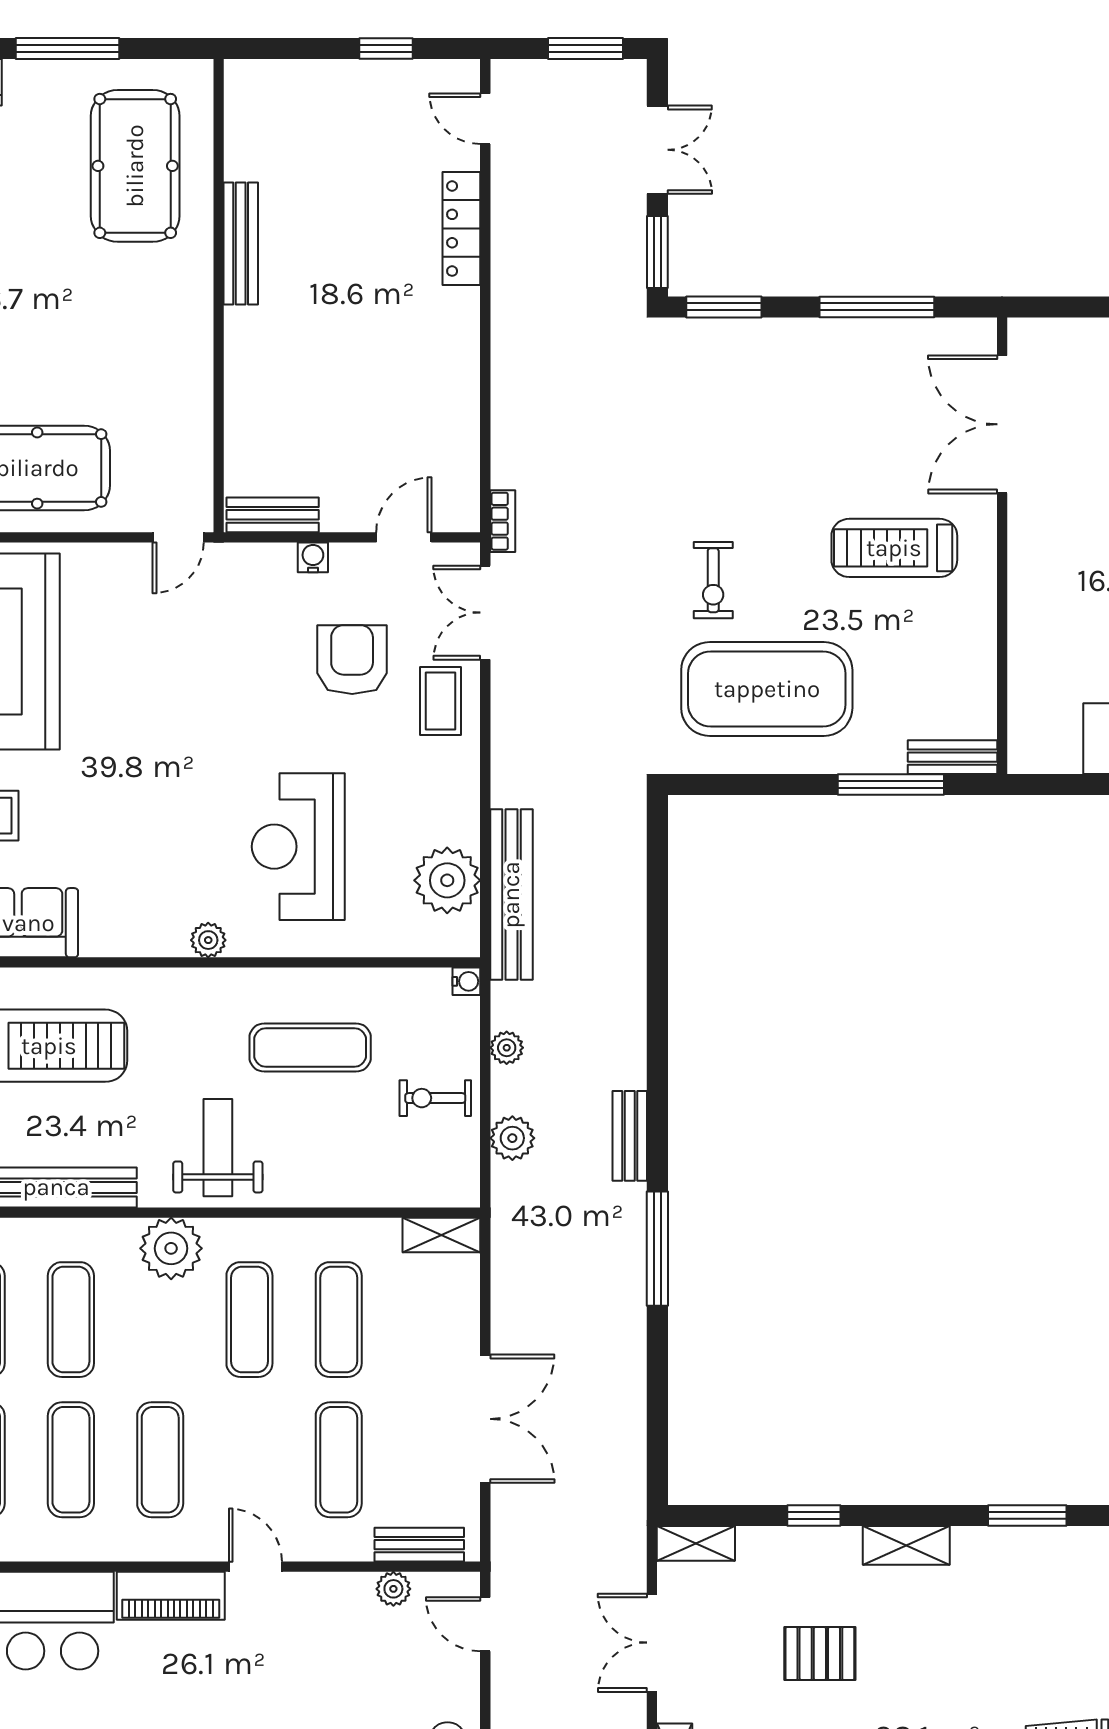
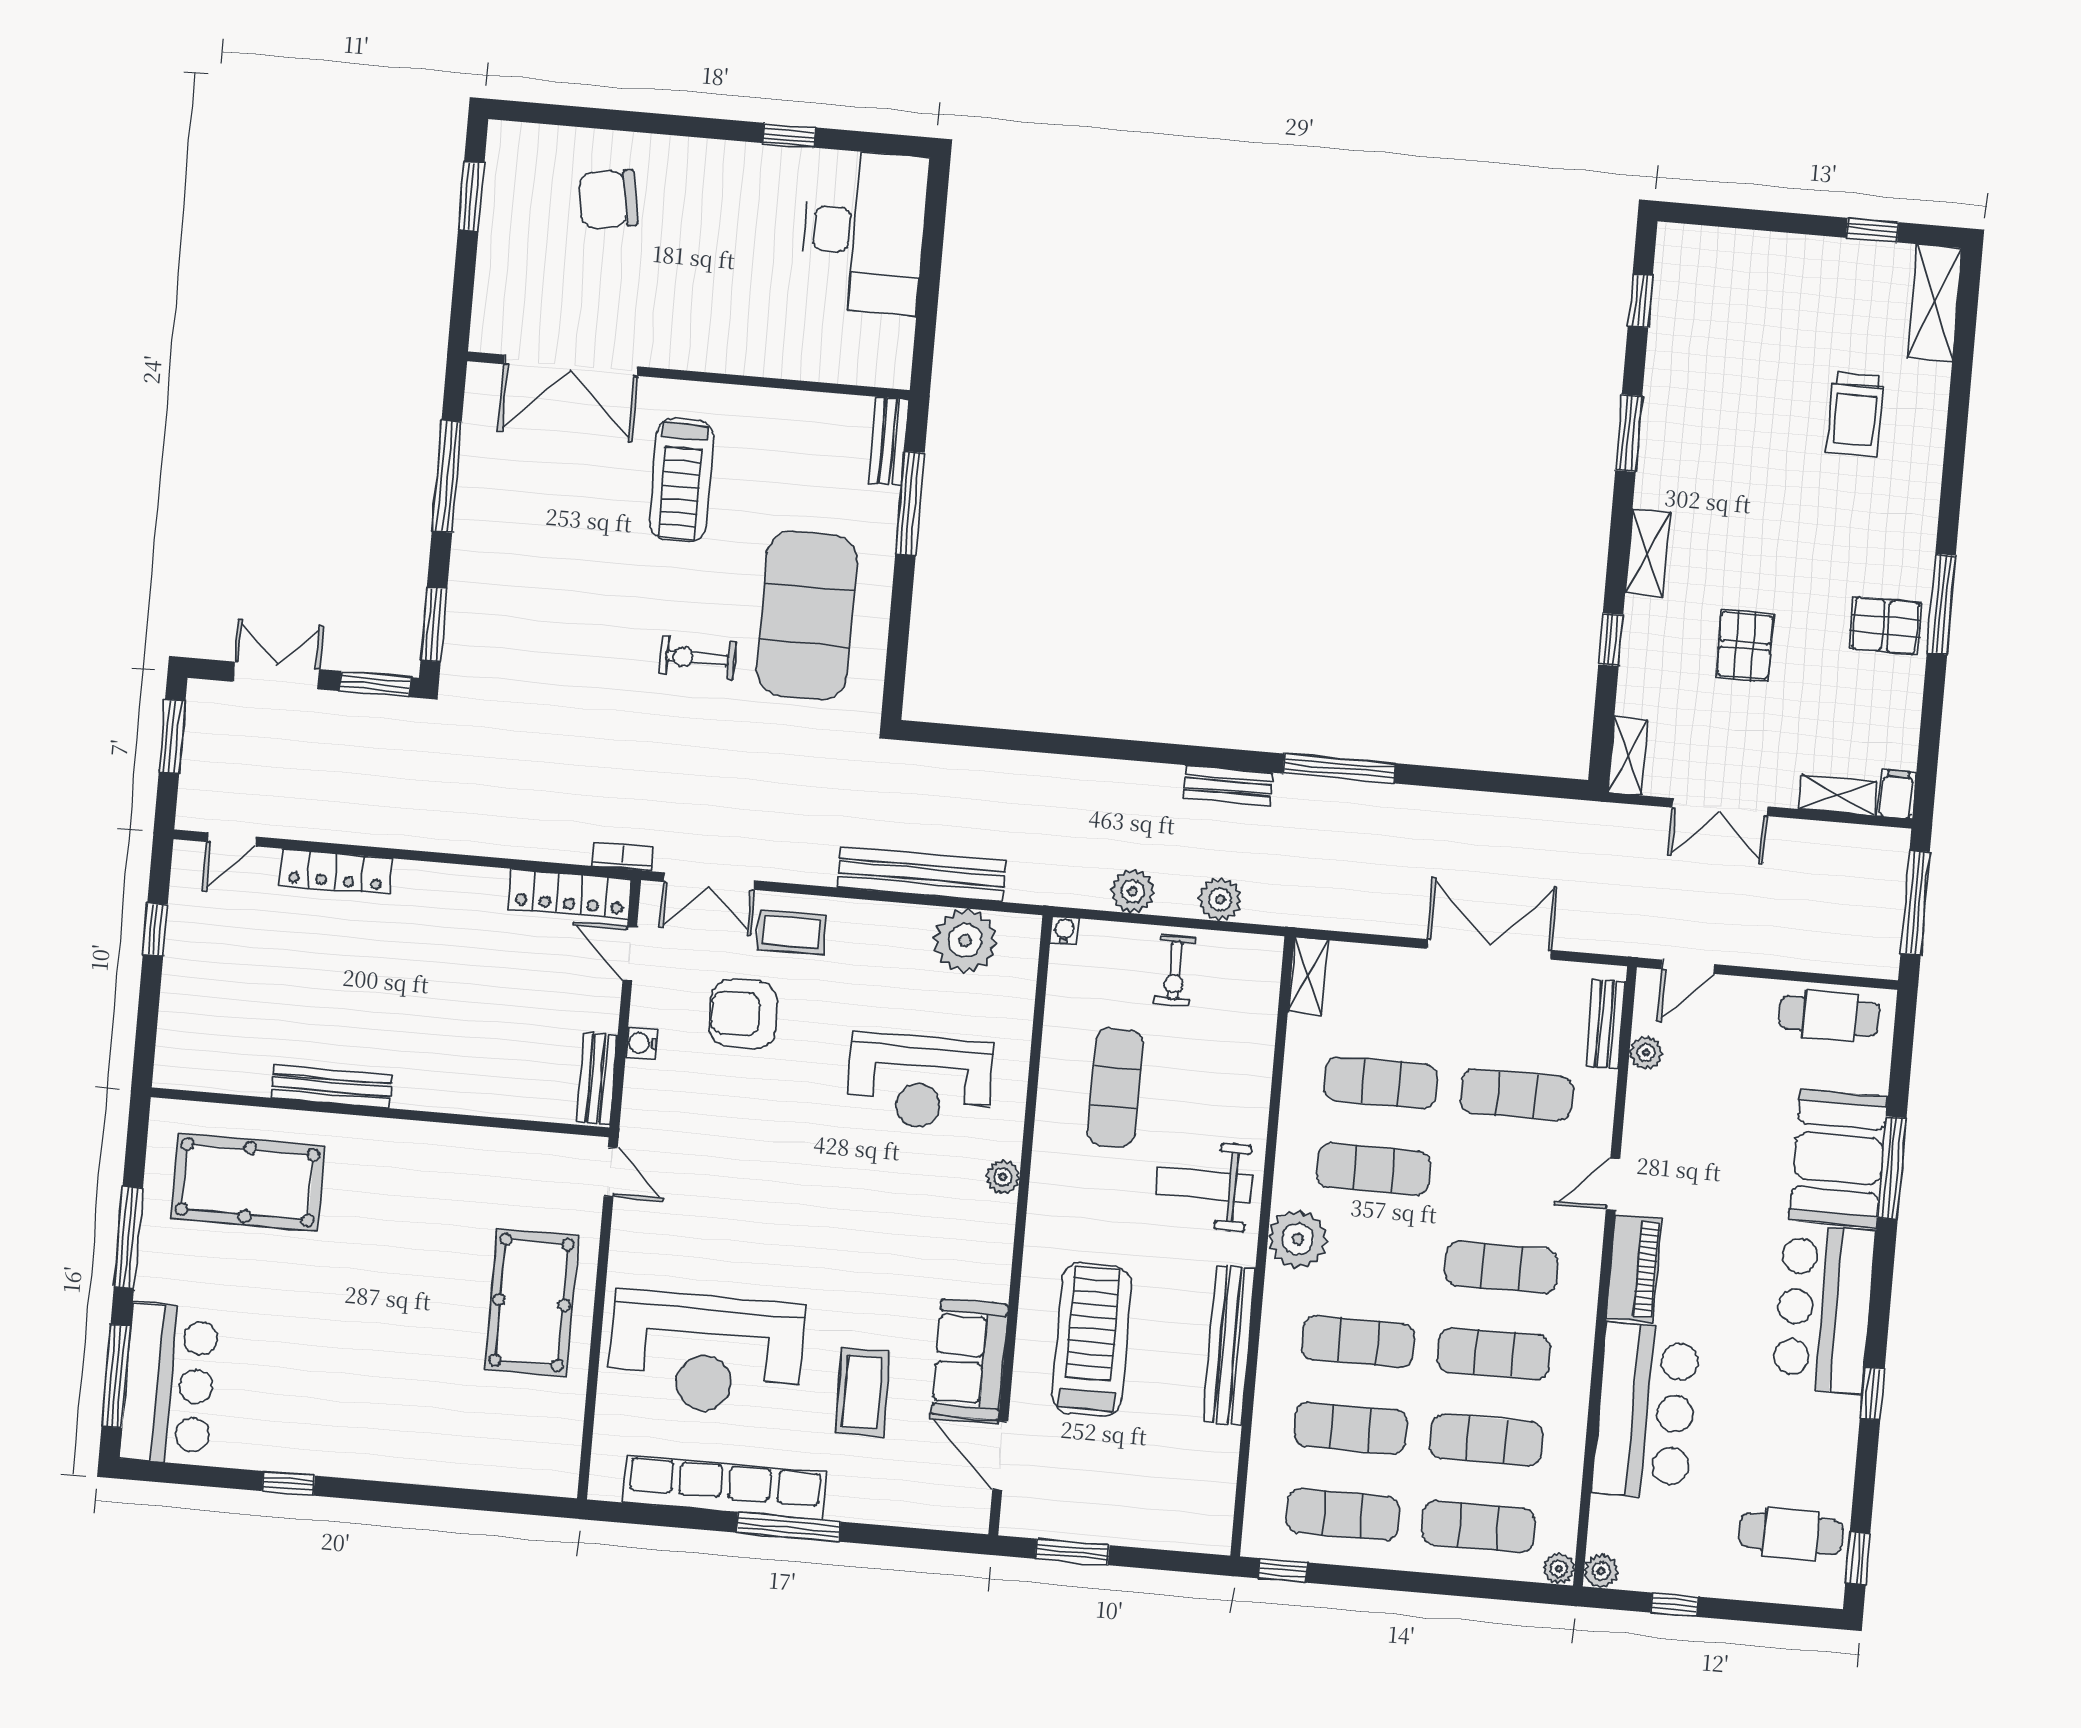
locker: (460, 470) -> (570, 894), added
exercise bike: (713, 580) -> (697, 658), turned 180
bench: (511, 895) -> (922, 874), moved
plant: (507, 1048) -> (1133, 891), width x1.38, depth x1.38

